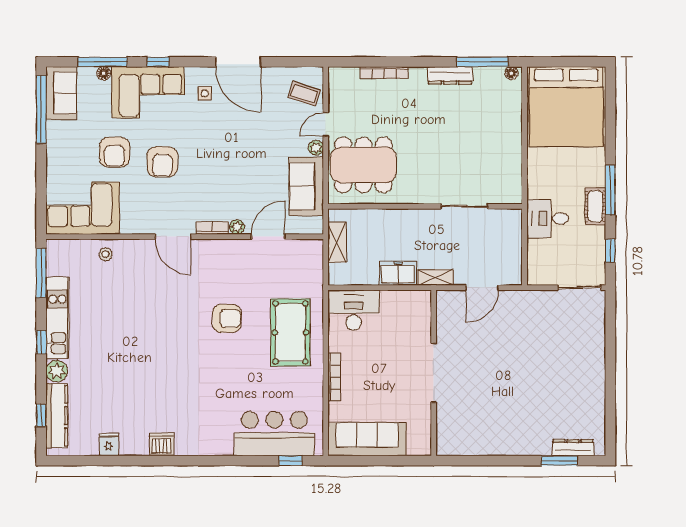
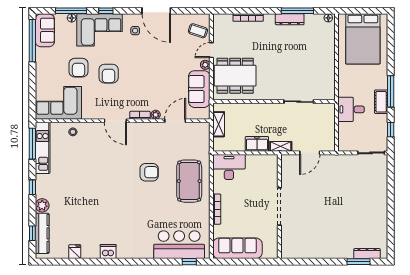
window: (483, 62) -> (297, 11), moved
bed: (566, 107) -> (363, 39), width x0.73
kitchen unit: (57, 318) -> (43, 148), moved

